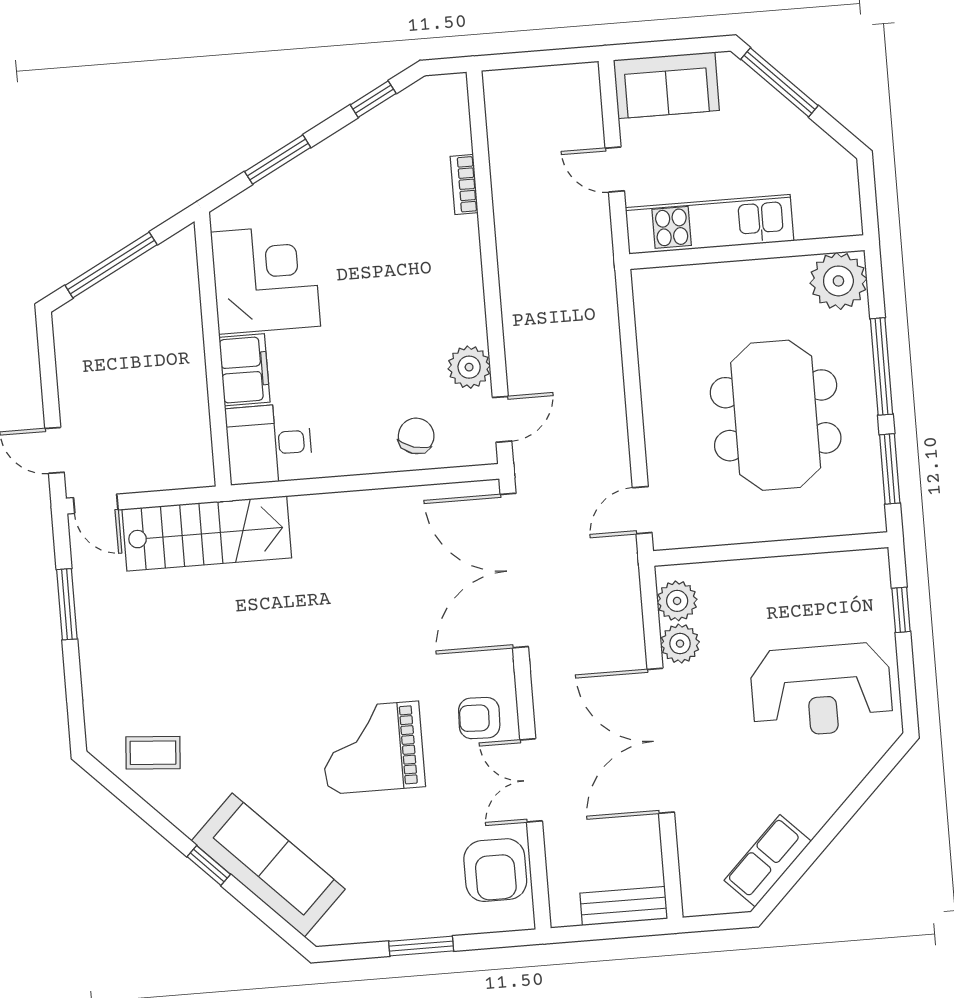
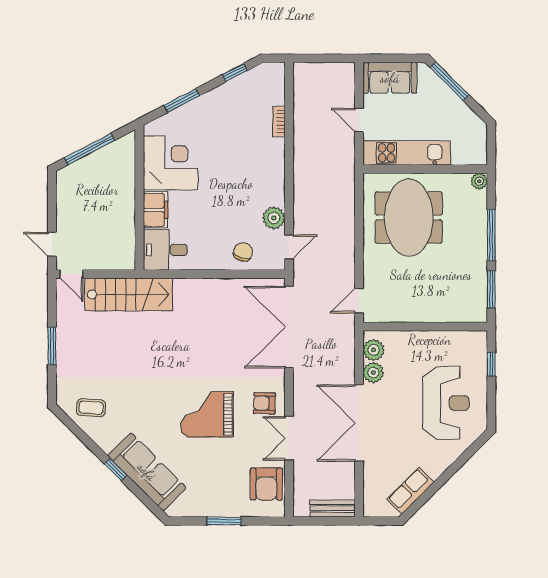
plant: (838, 281) -> (479, 181), width x0.53, depth x0.53
meeting table: (776, 415) -> (409, 217), moved
window: (67, 604) -> (52, 346), moved
reception desk: (821, 690) -> (446, 403), turned -90

